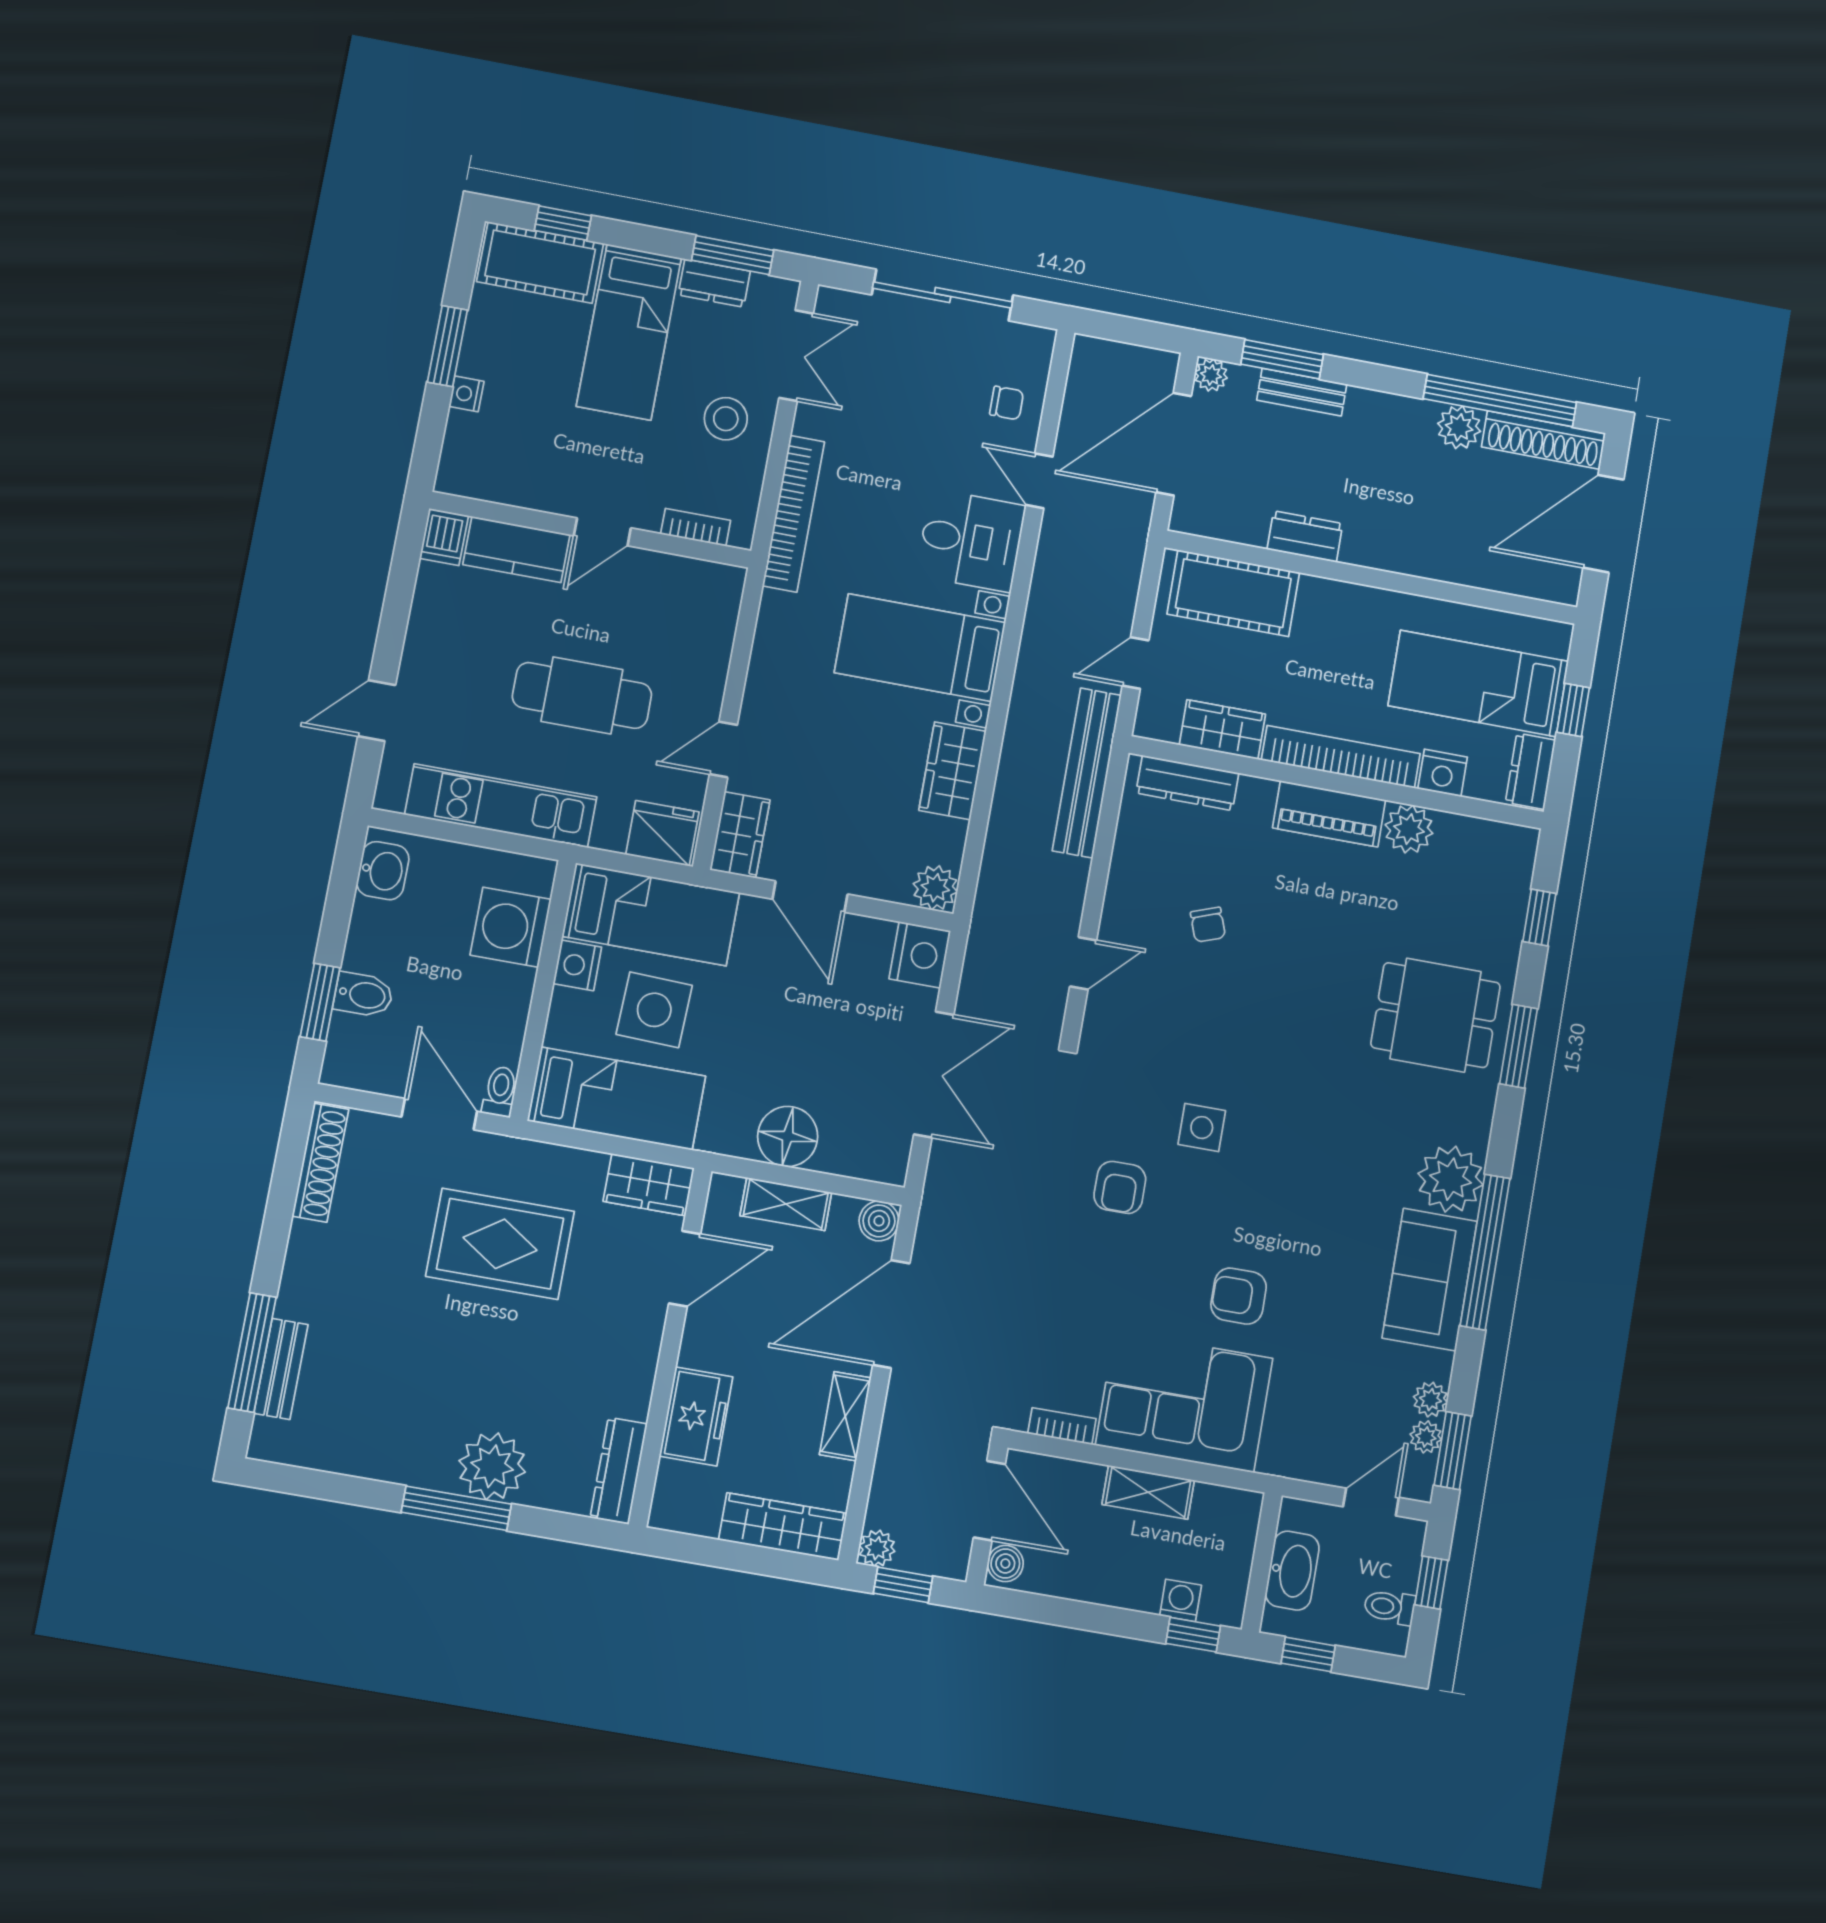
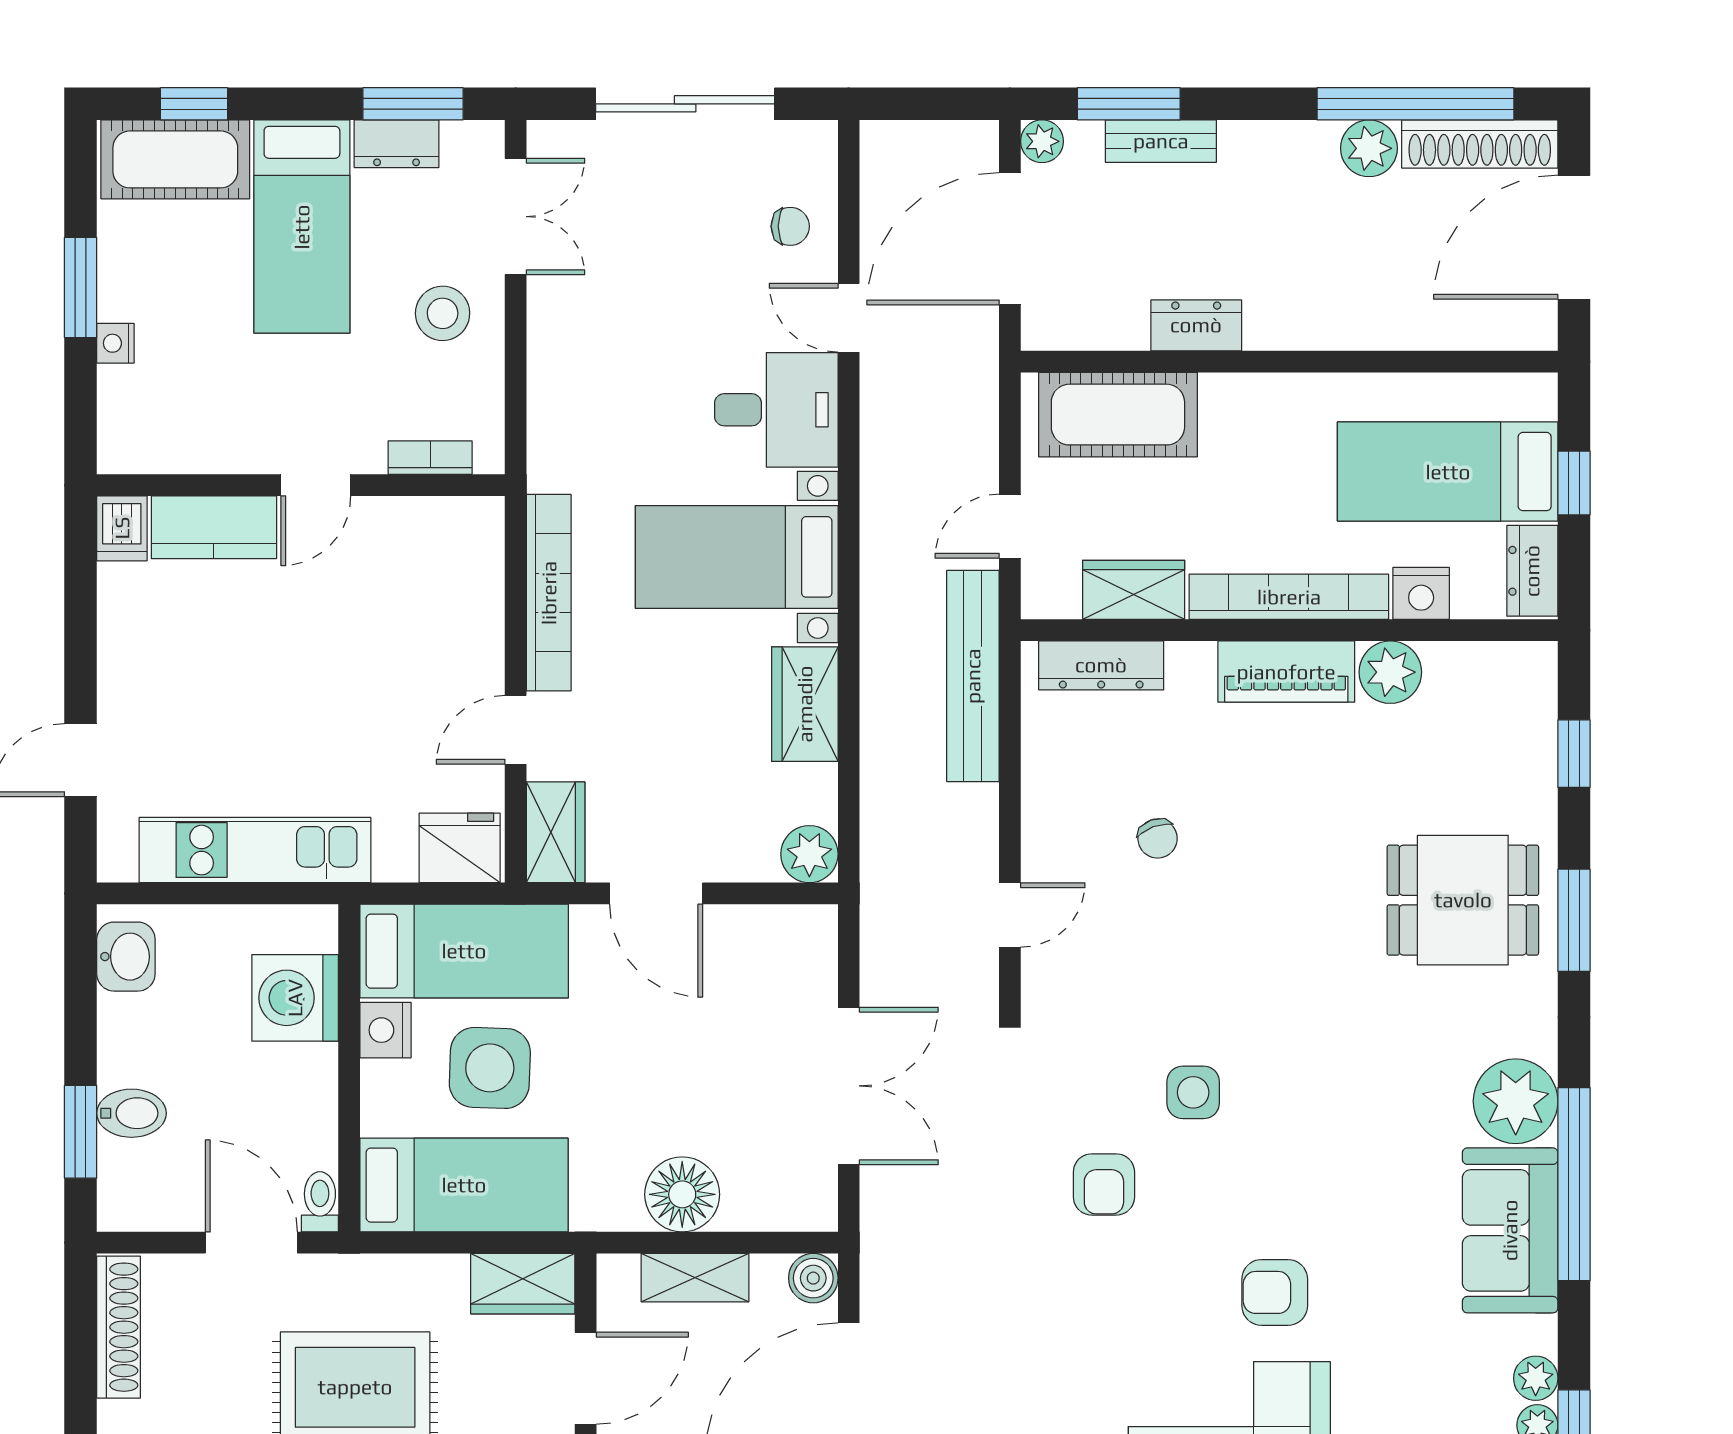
bookcase: (794, 514) -> (549, 593), moved
cafe table: (582, 695) -> (329, 695), removed
nightstand: (920, 955) -> (805, 941), removed

